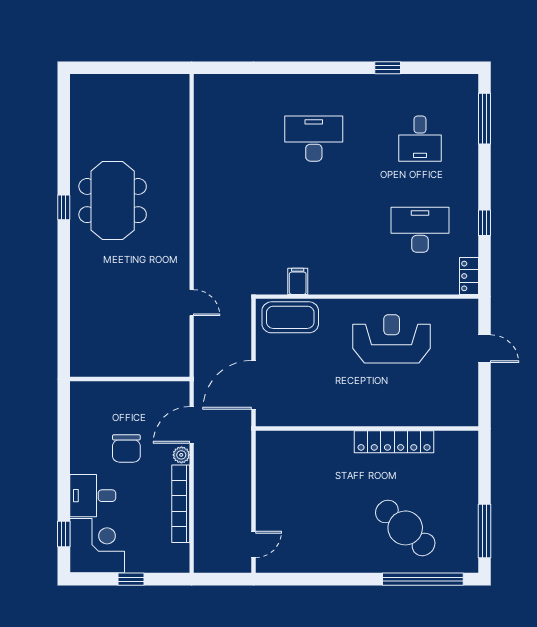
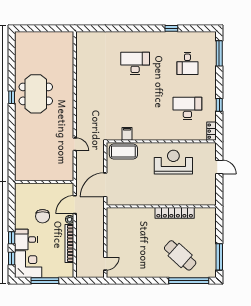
window: (64, 492) -> (12, 238), added
window: (131, 579) -> (45, 281), width x2.17

